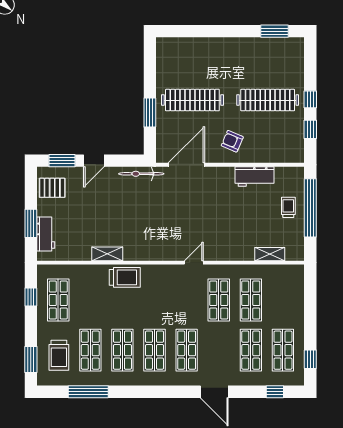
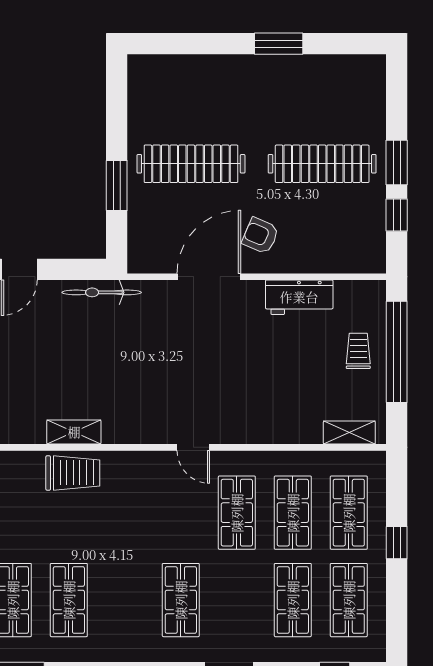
window: (275, 31) -> (279, 44), moved
window: (310, 99) -> (397, 162), width x1.50
door: (186, 165) -> (209, 277), moved
shelving: (107, 254) -> (74, 432), moved
shelving: (270, 254) -> (349, 433), moved
door: (194, 263) -> (193, 447), swing flipped
shop shelf: (155, 350) -> (349, 513), moved
window: (310, 359) -> (397, 543), moved

